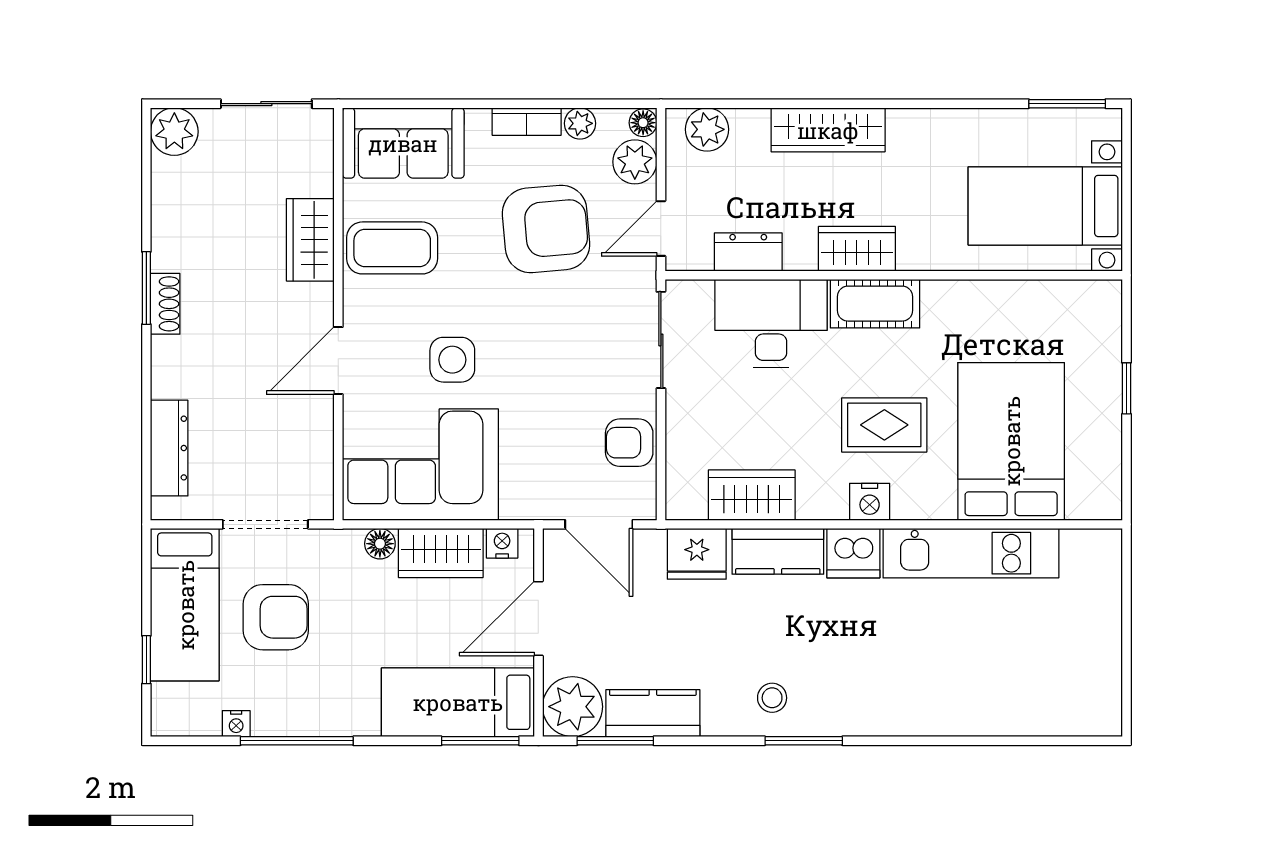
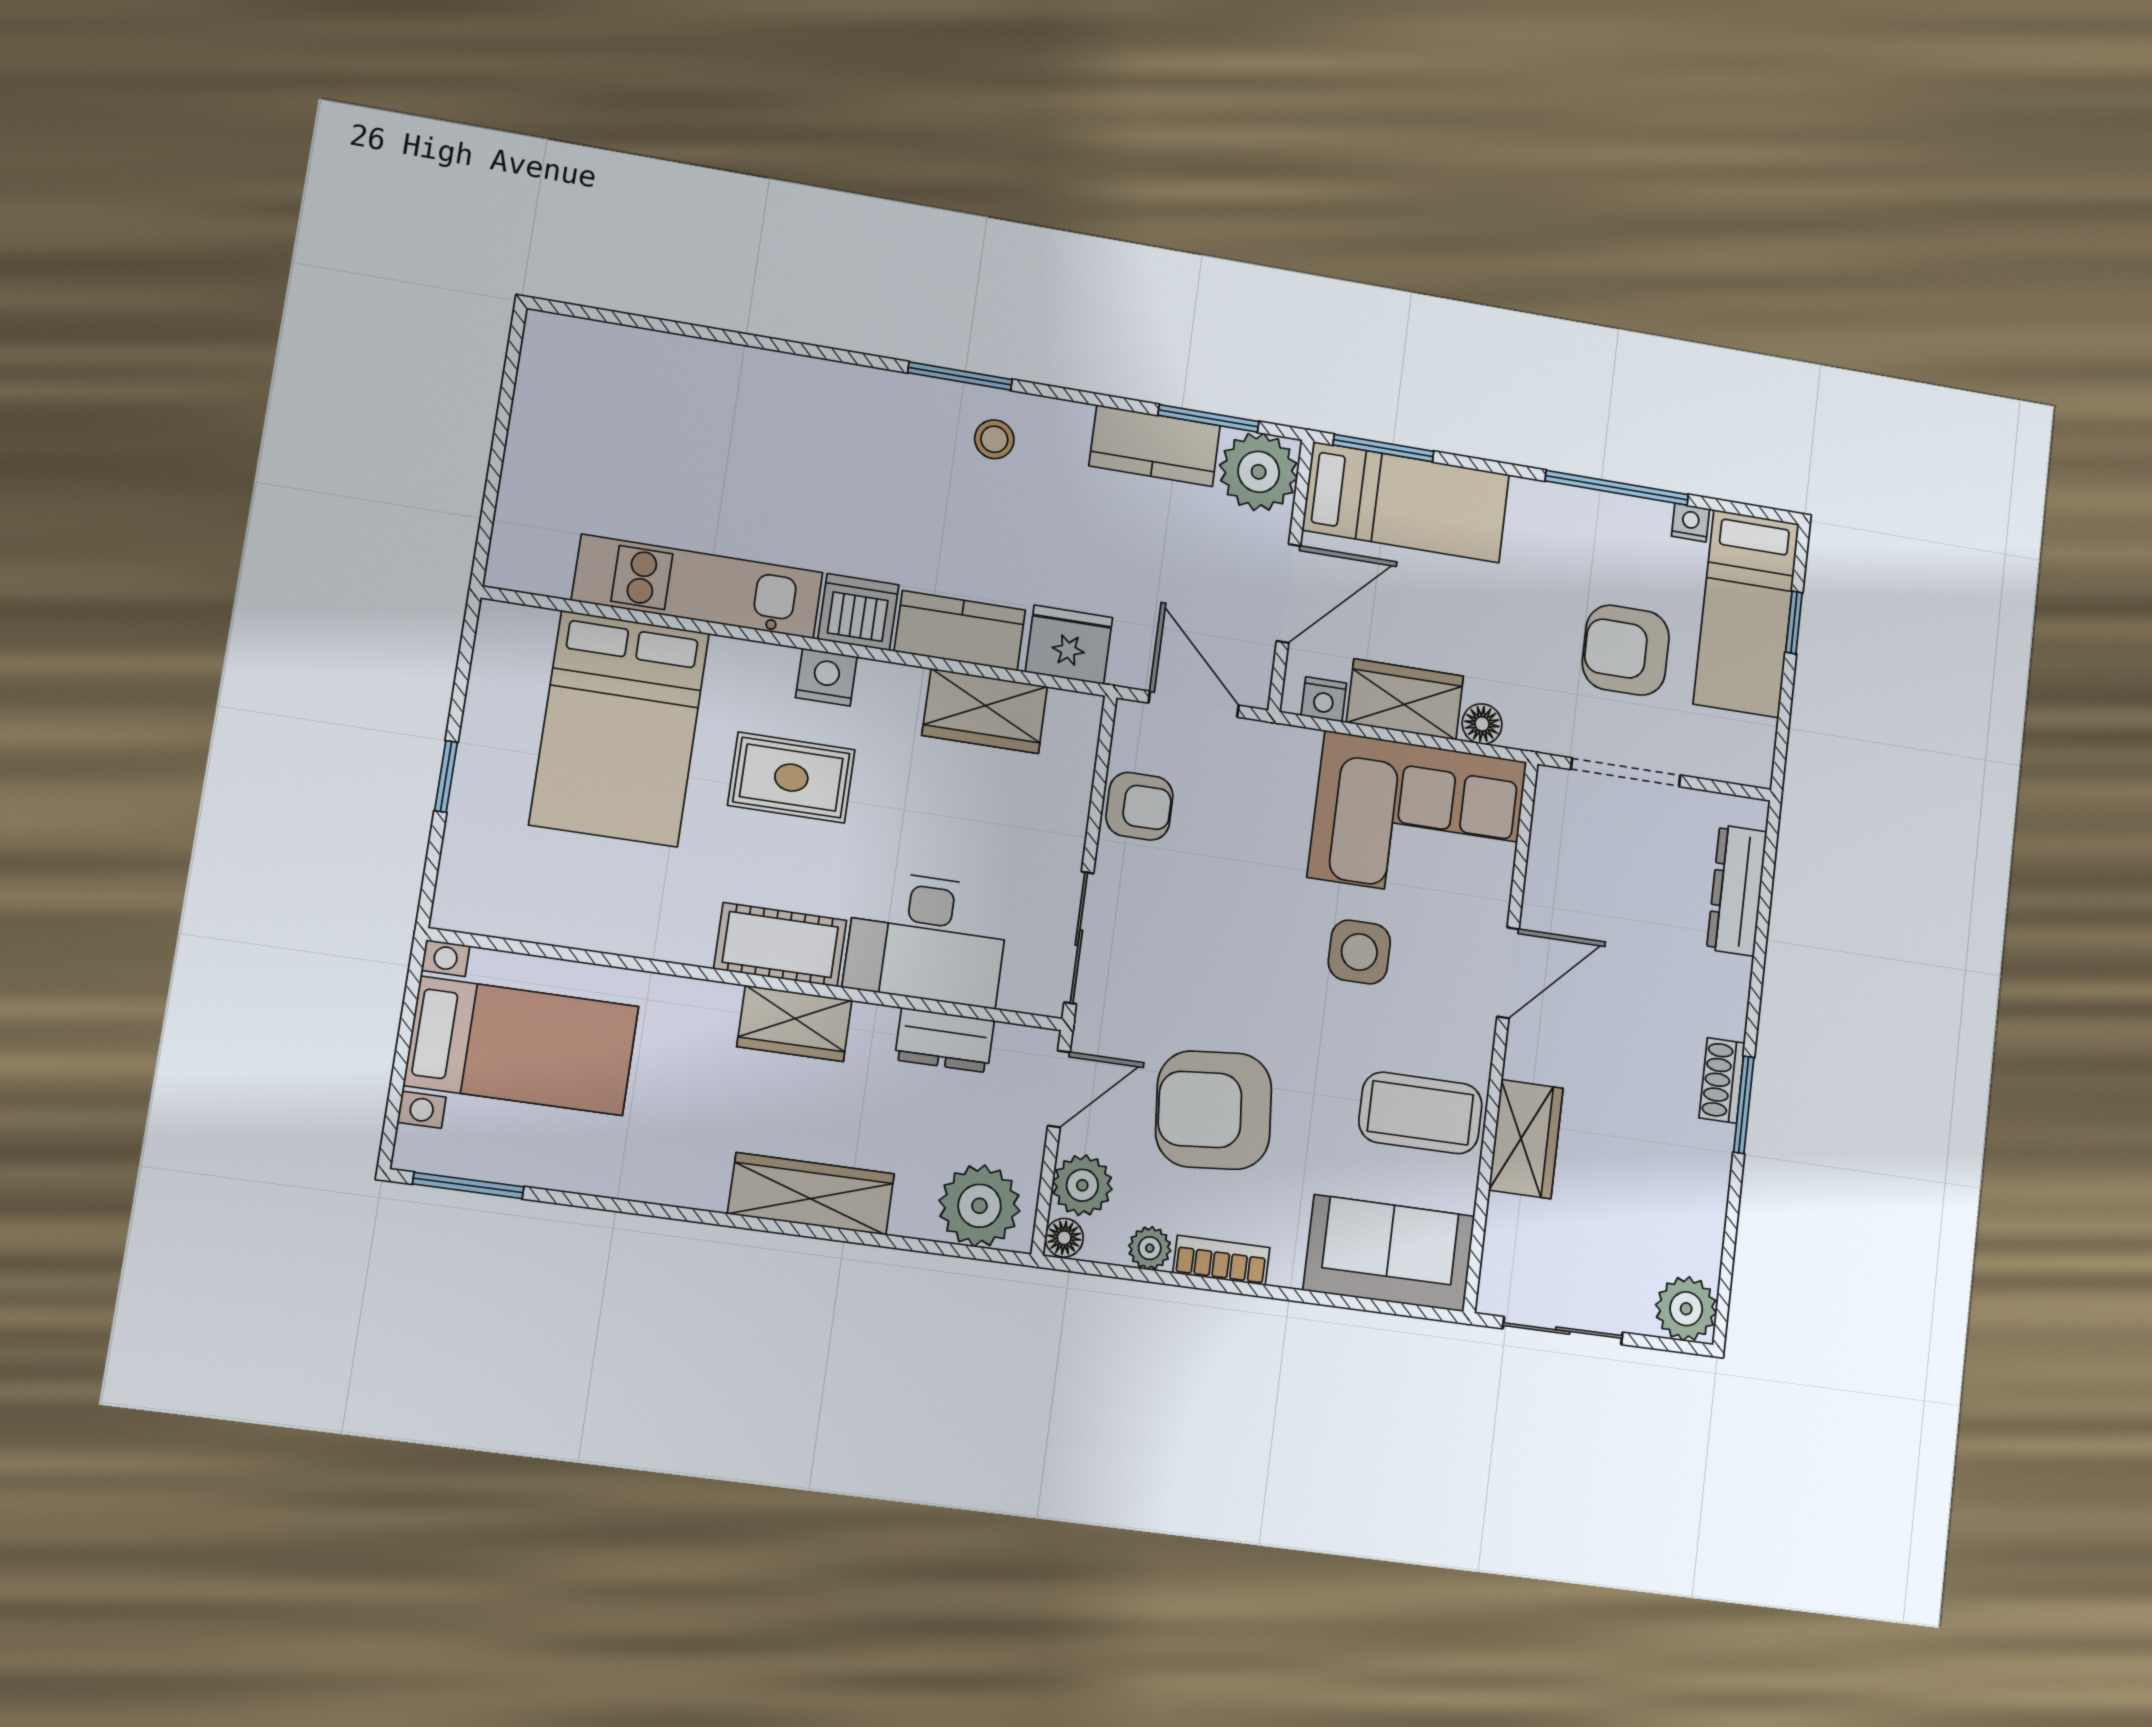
plant: (707, 129) -> (979, 1206), width x1.36, depth x1.36
bed: (185, 605) -> (1746, 614), moved, turned 180

